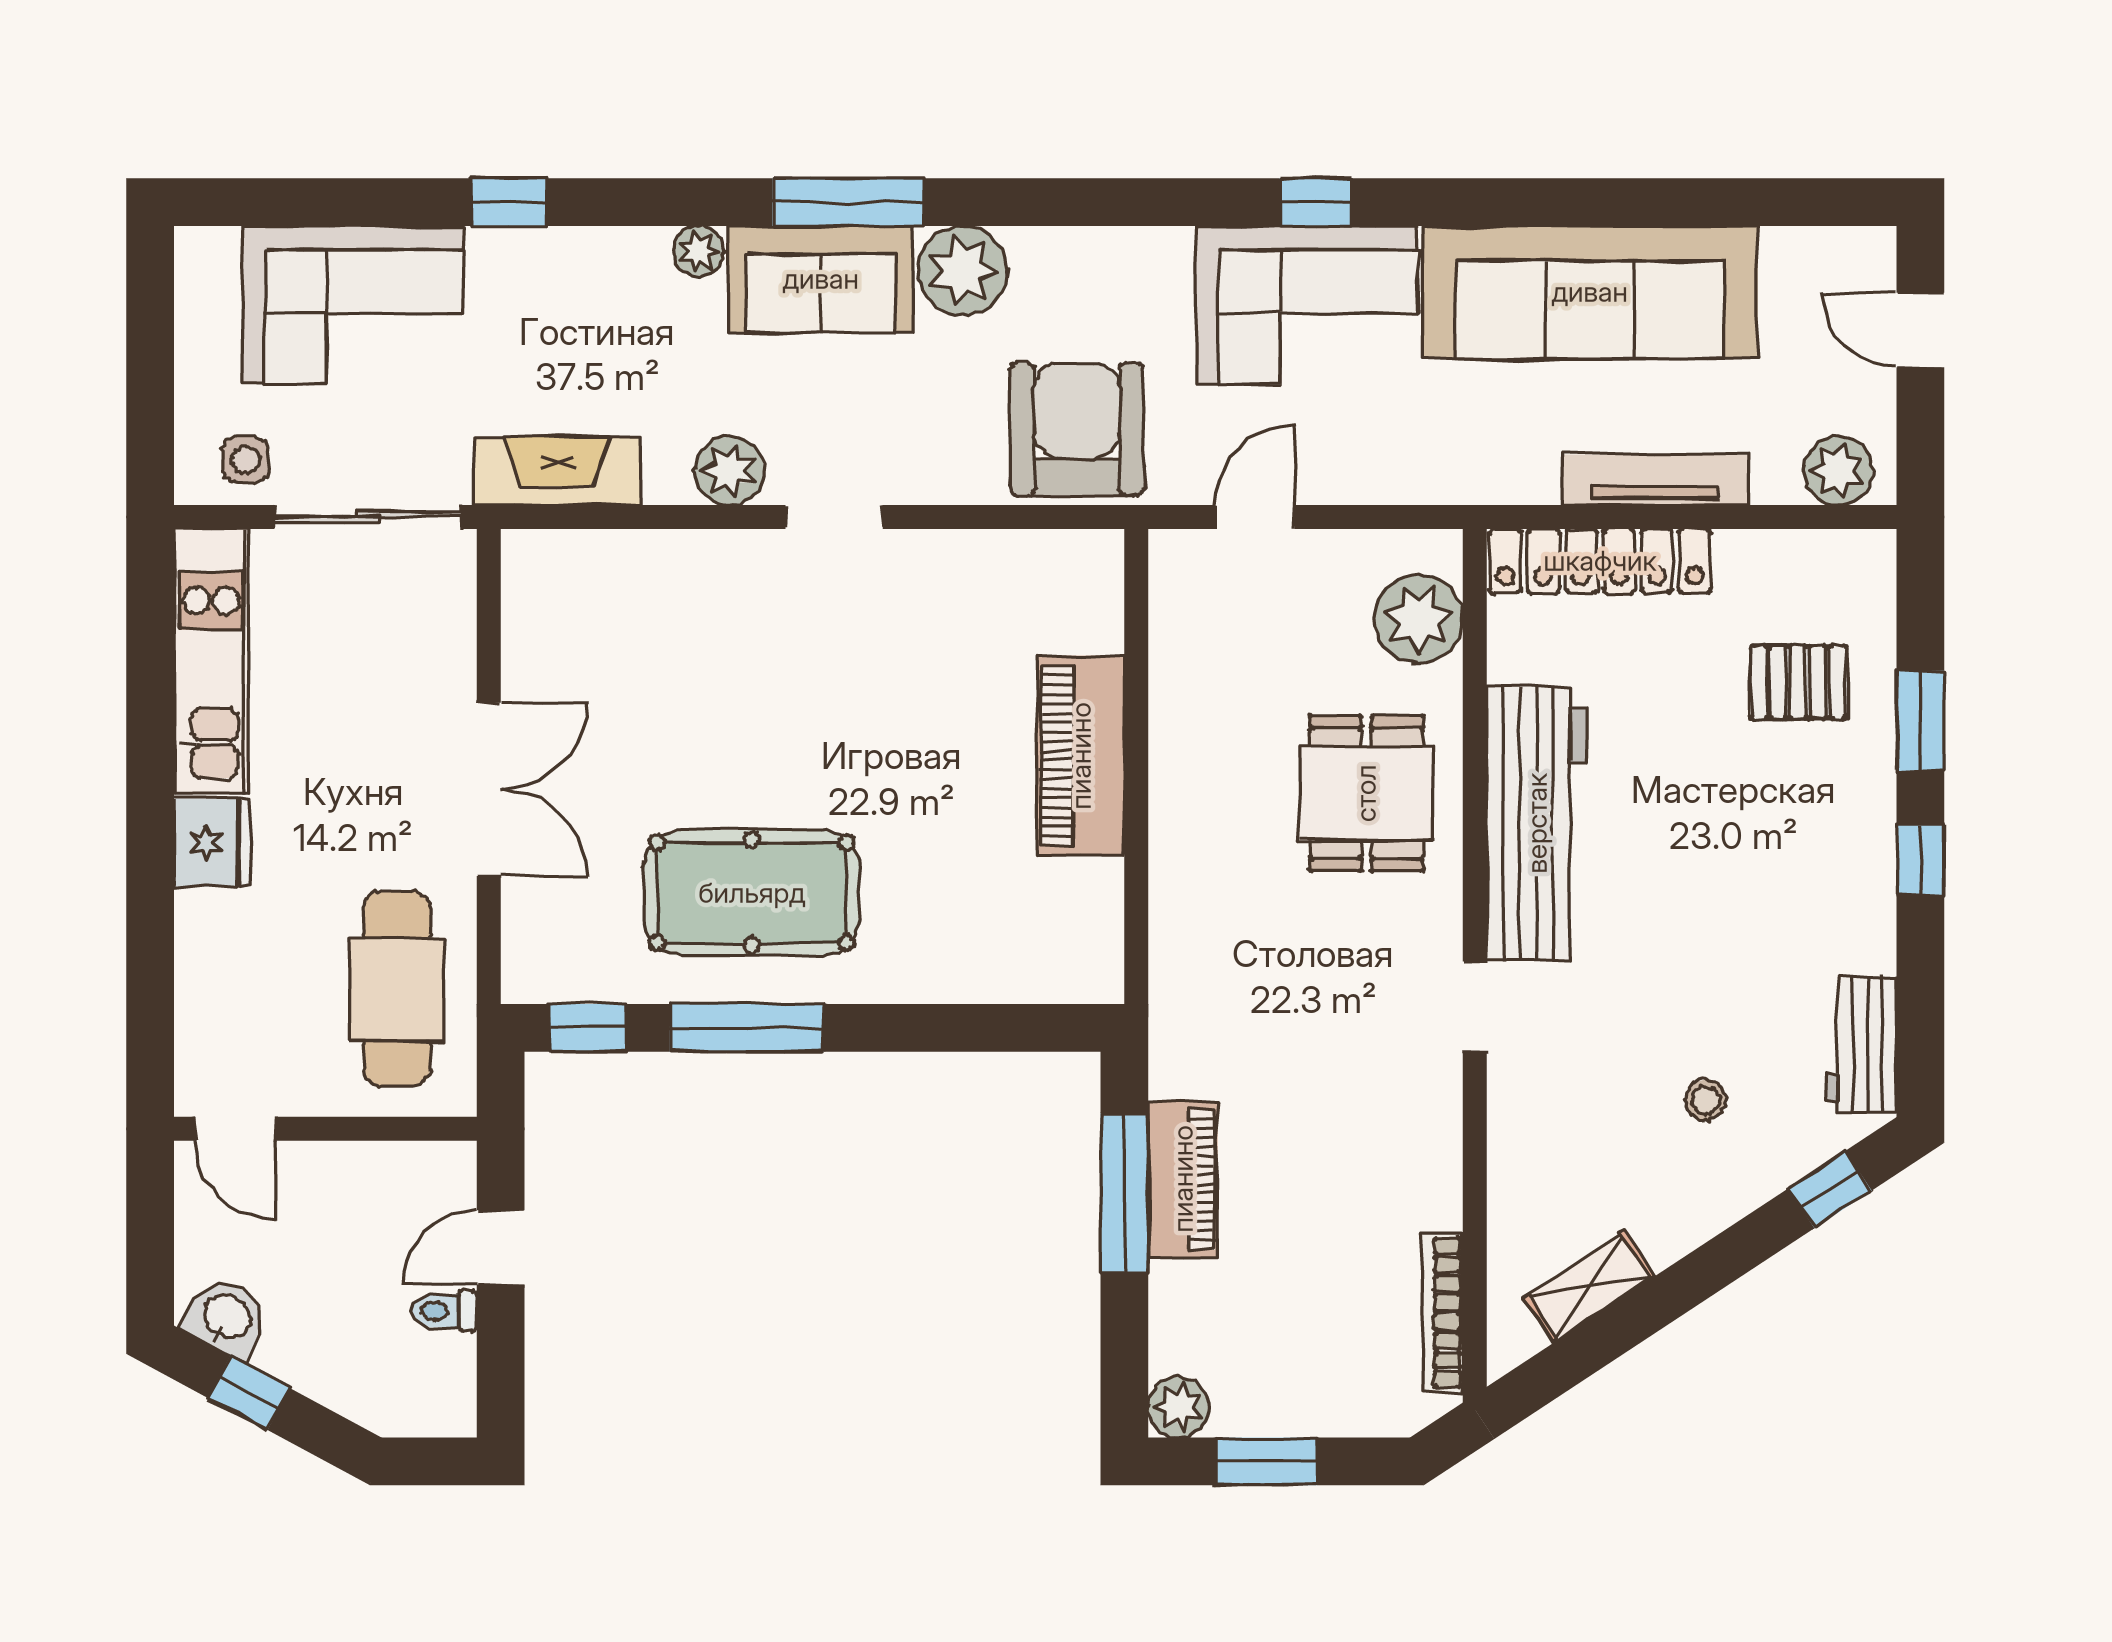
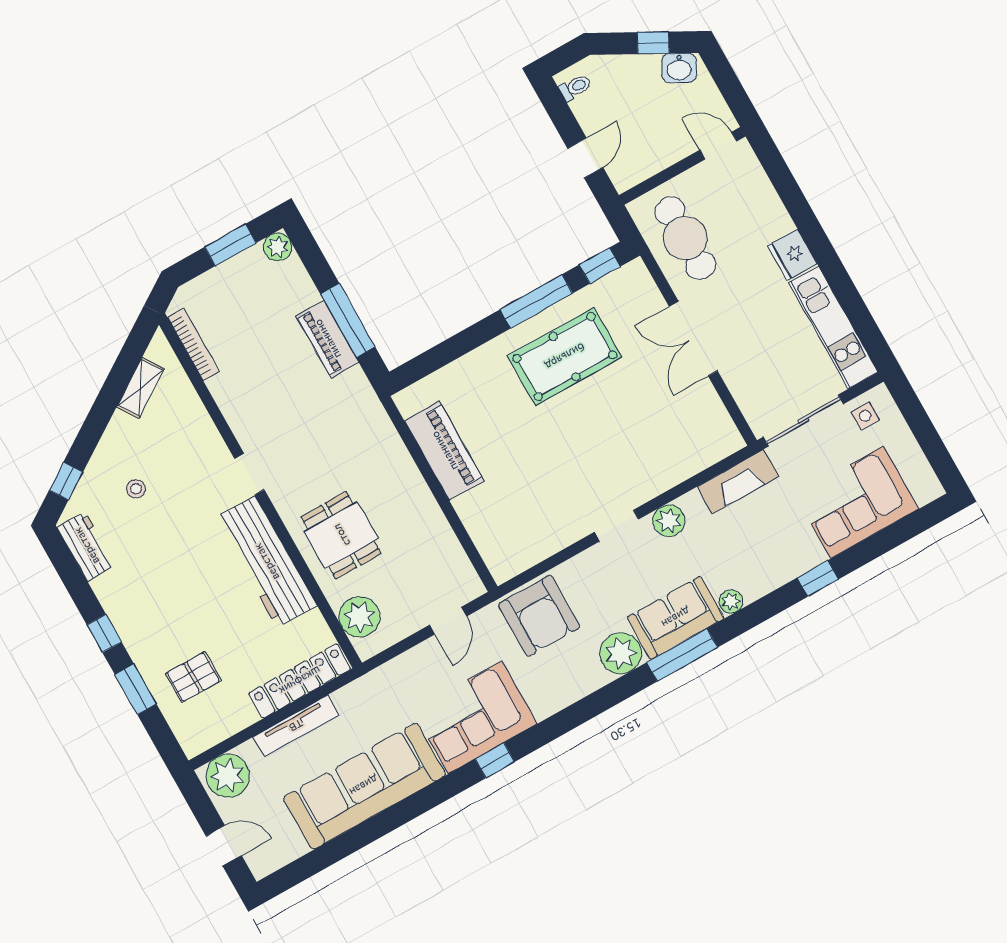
plant: (1838, 471) -> (228, 776), width x1.36, depth x1.36
piano: (1081, 756) -> (444, 451), moved
toilet: (444, 1311) -> (575, 87), moved

